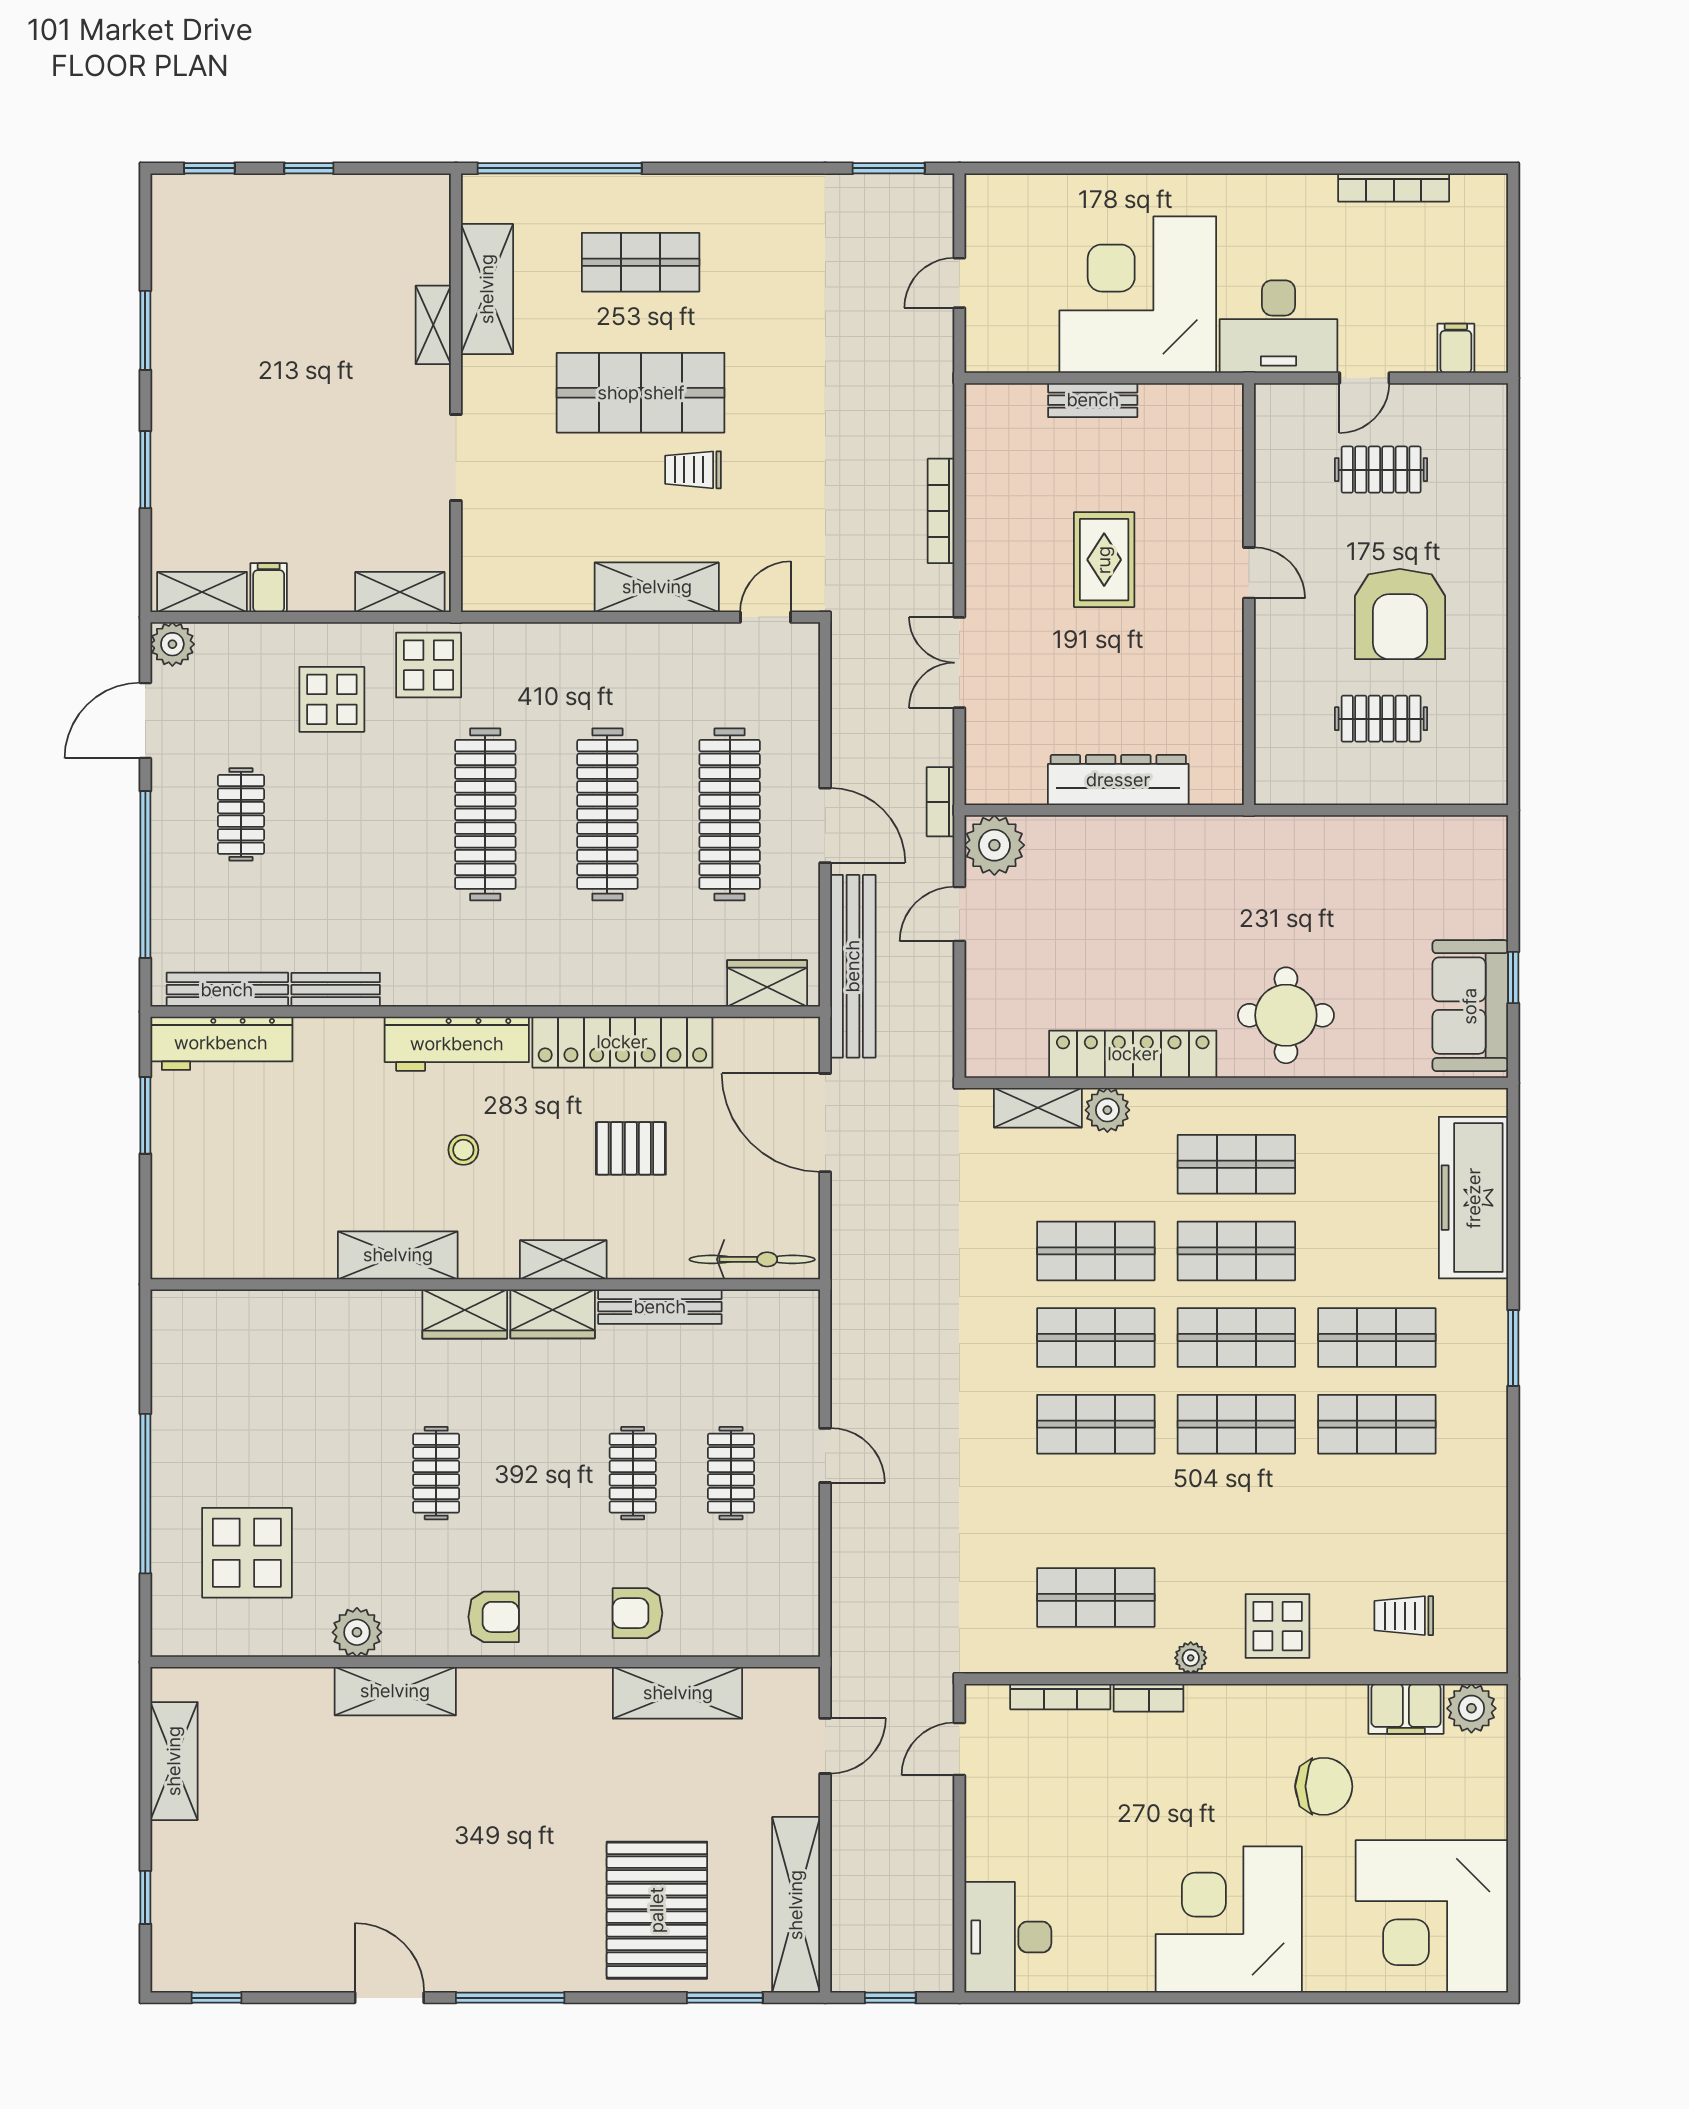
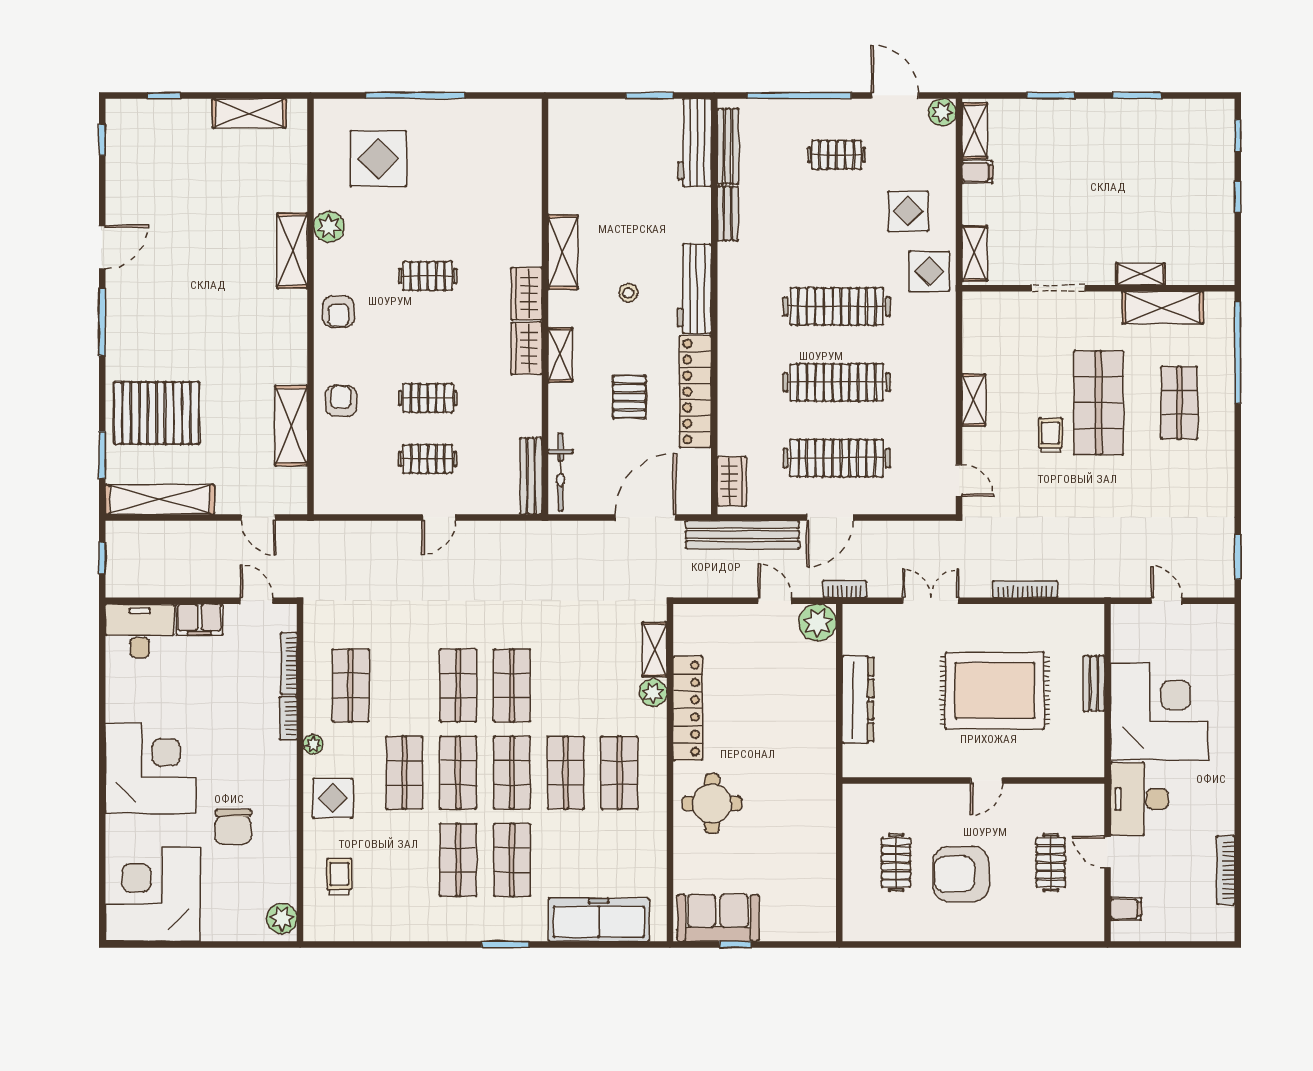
rug: (1104, 560) -> (995, 691), width x1.86, depth x2.06
shelving: (657, 587) -> (974, 400), width x0.67, depth x0.75
shop shelf: (1096, 1251) -> (404, 773), moved
bench: (660, 1307) -> (531, 476), moved
filing cabinet: (1406, 1709) -> (199, 619), moved, turned -90

